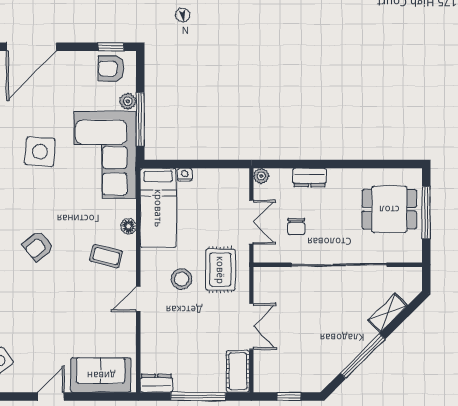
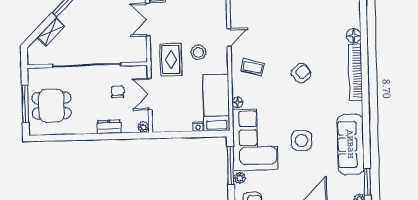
floor lamp: (129, 226) -> (237, 102), moved

